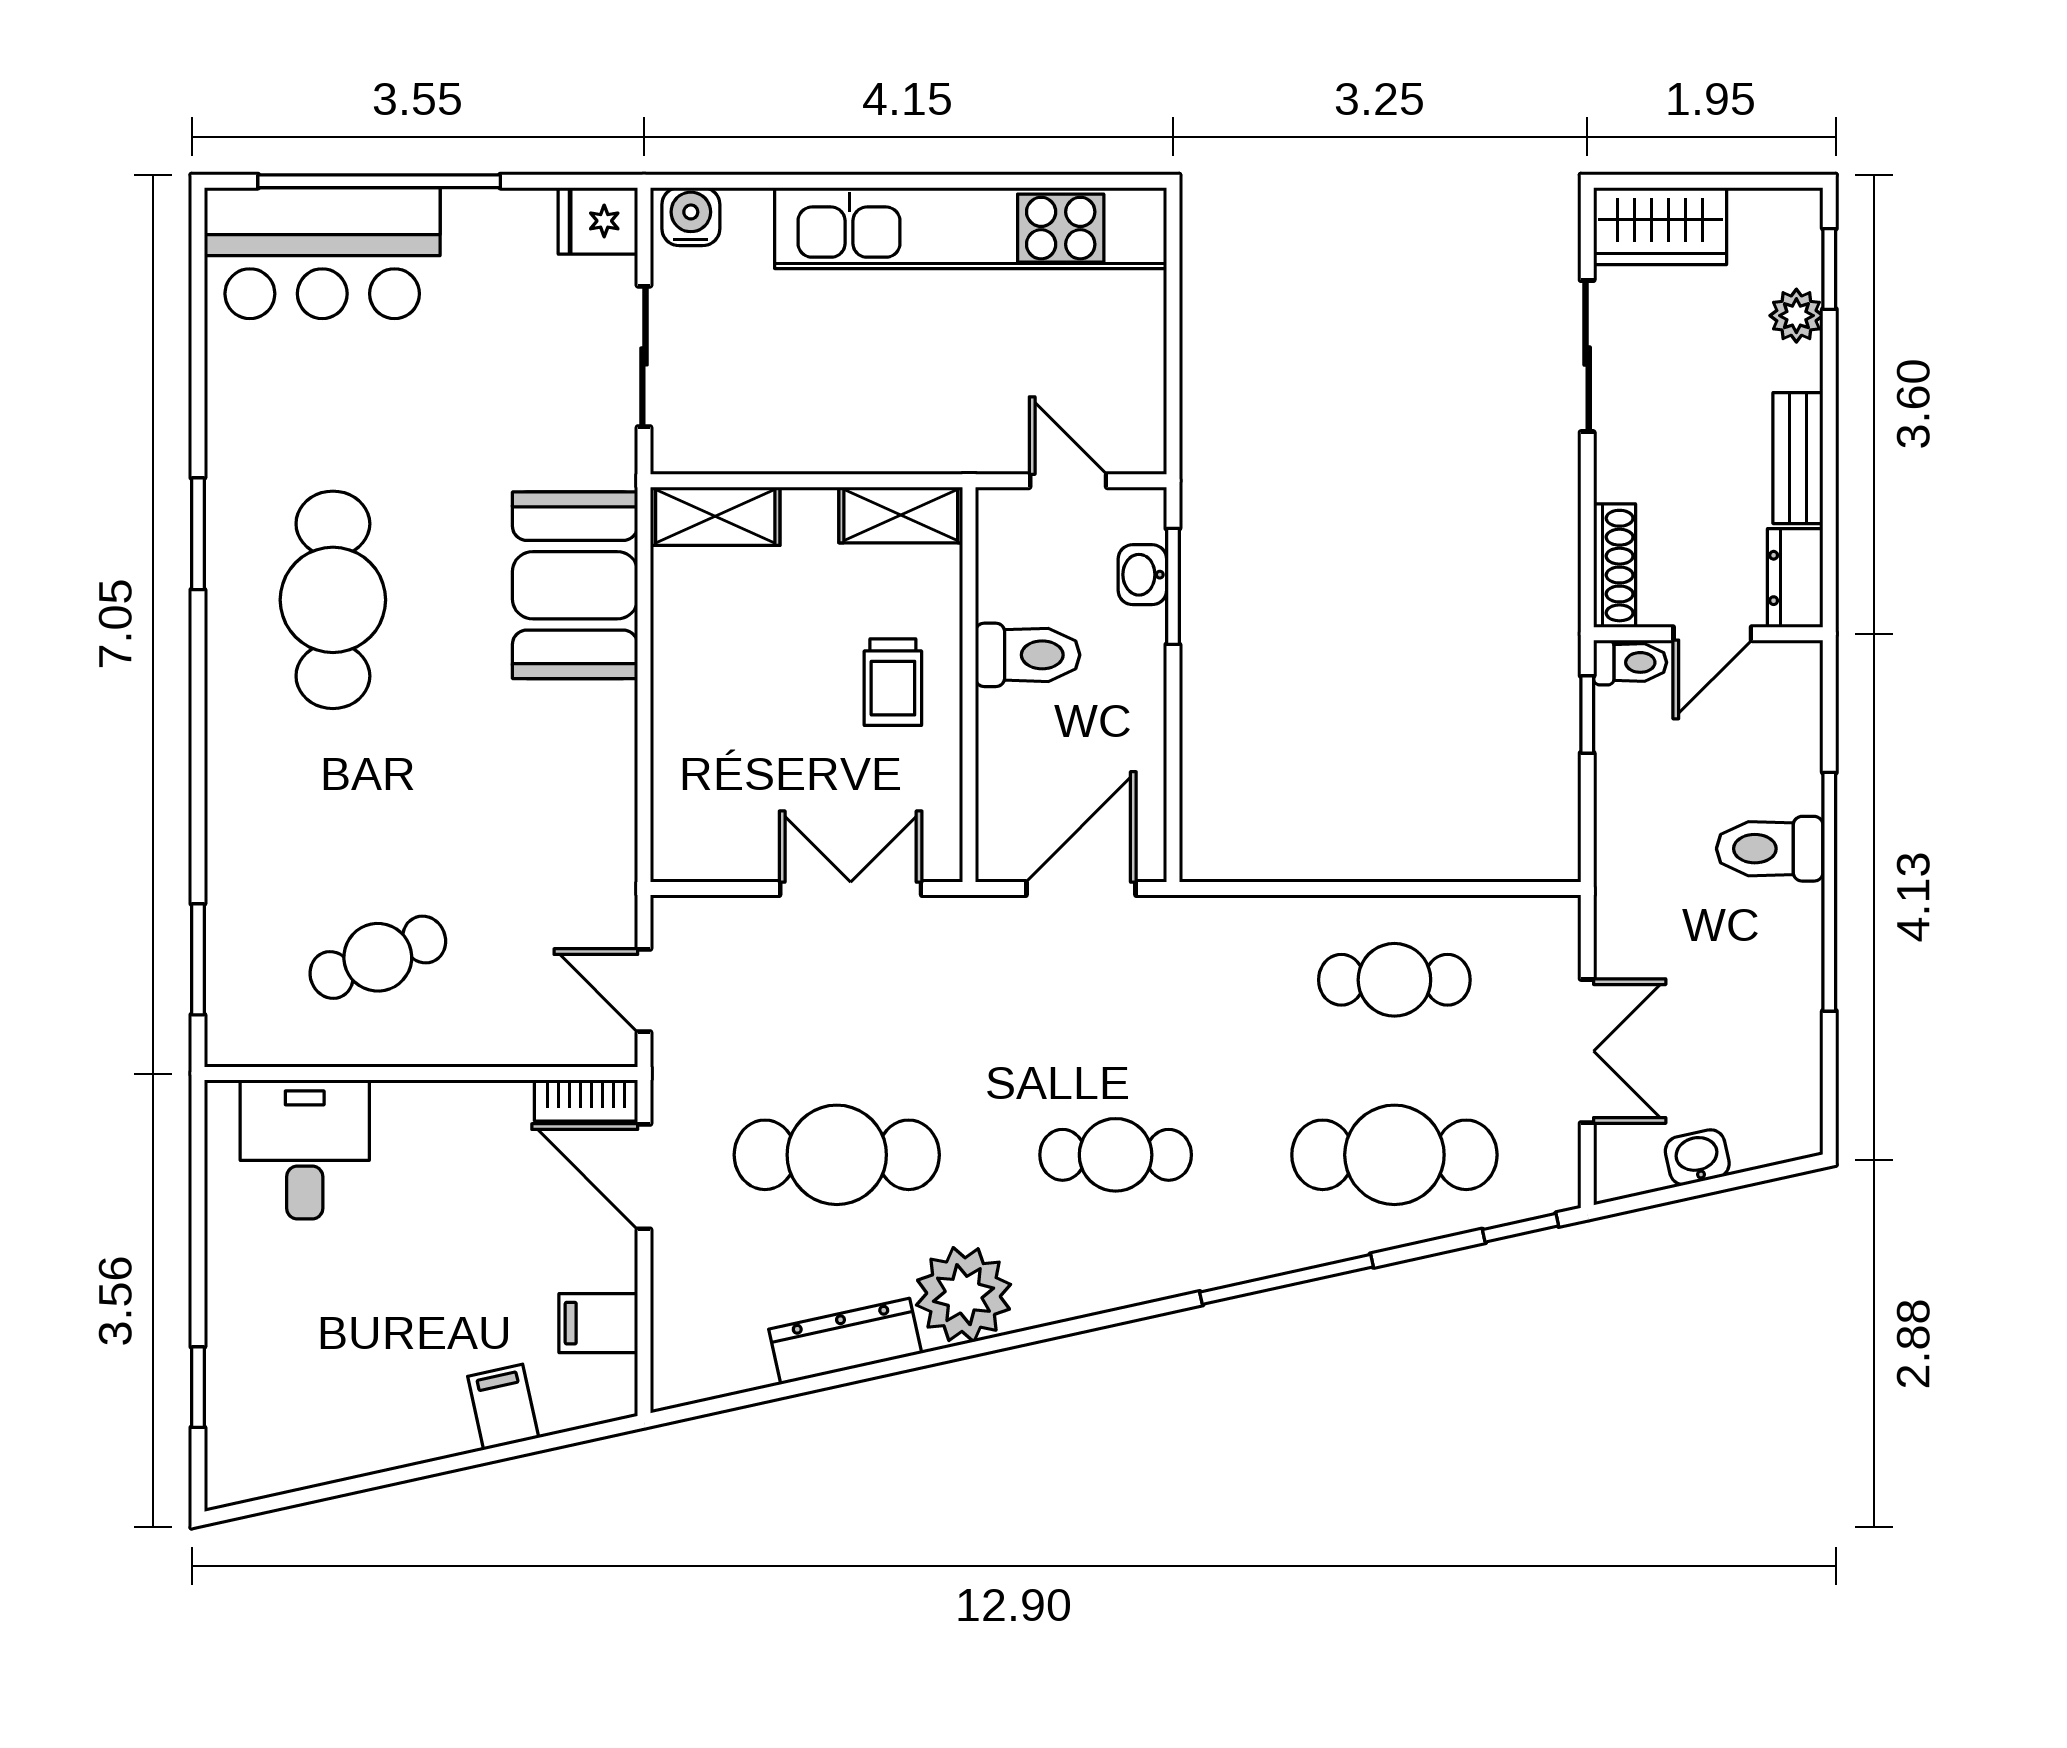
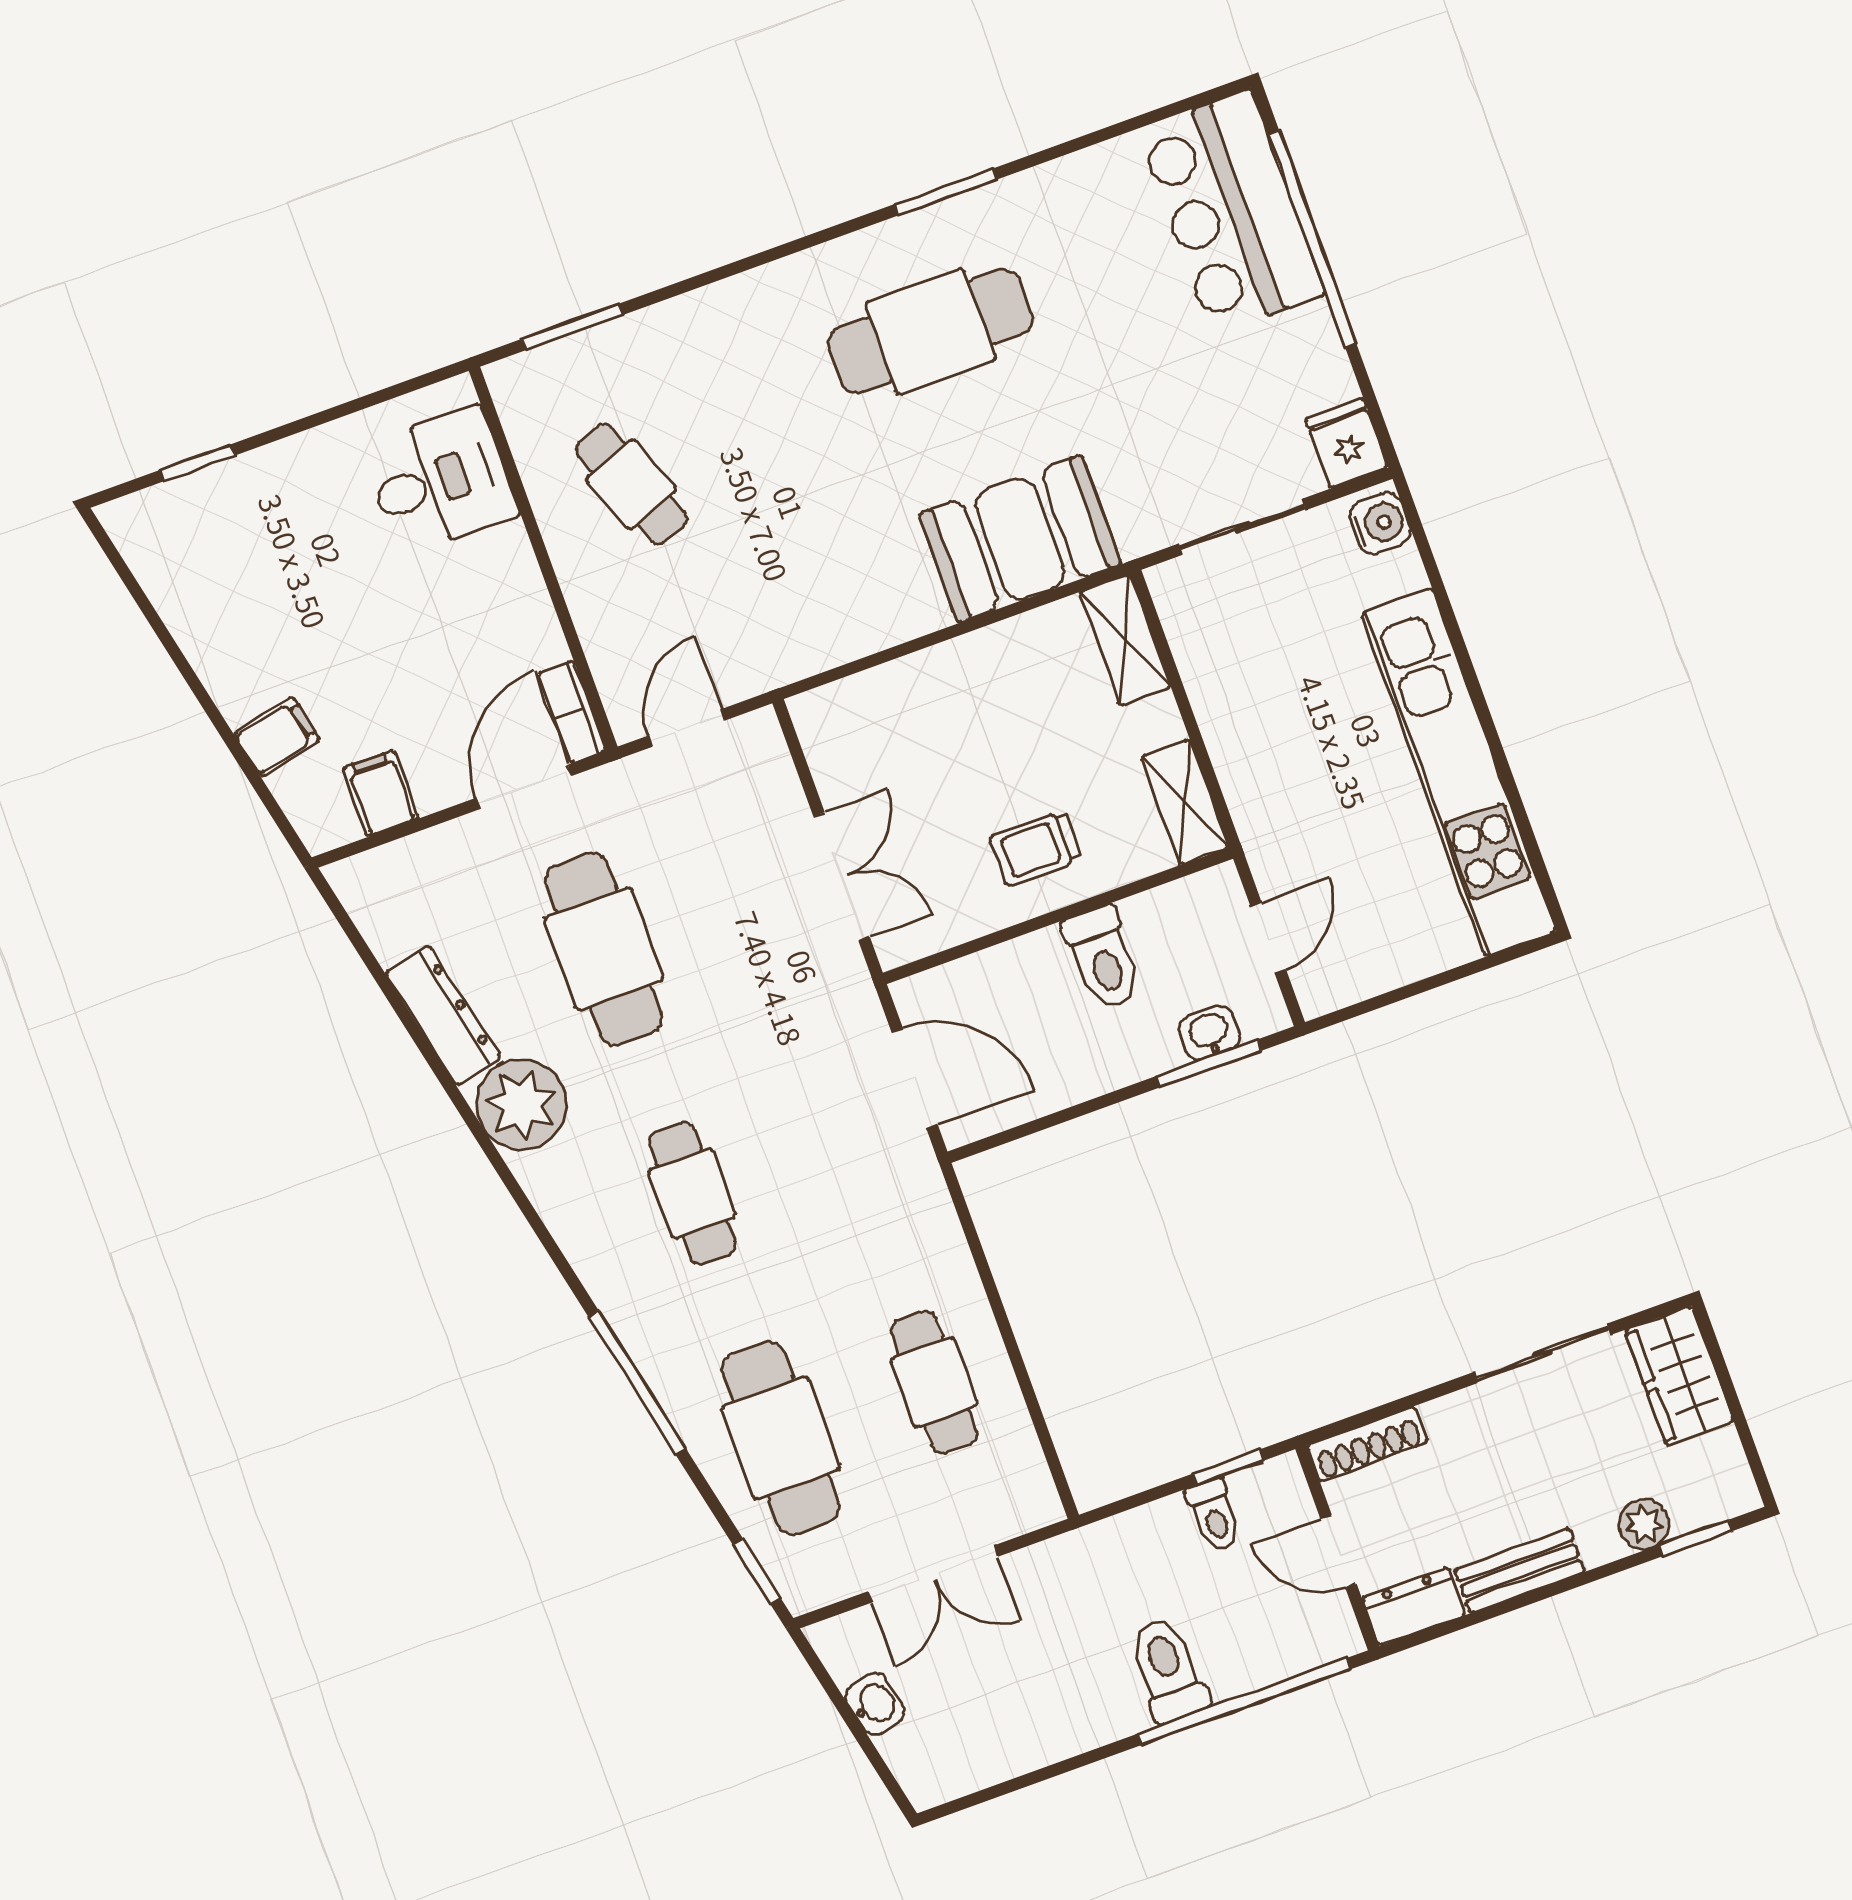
toilet: (1630, 662) -> (1214, 1515), moved
window: (1829, 892) -> (1244, 1702), moved

